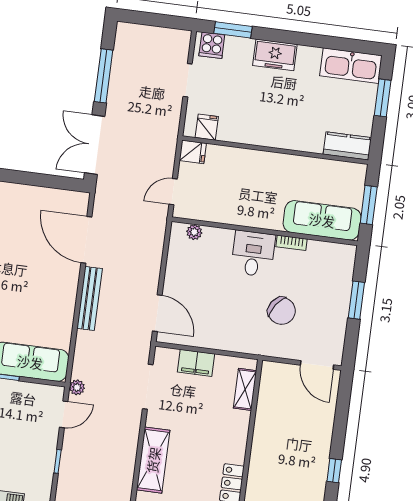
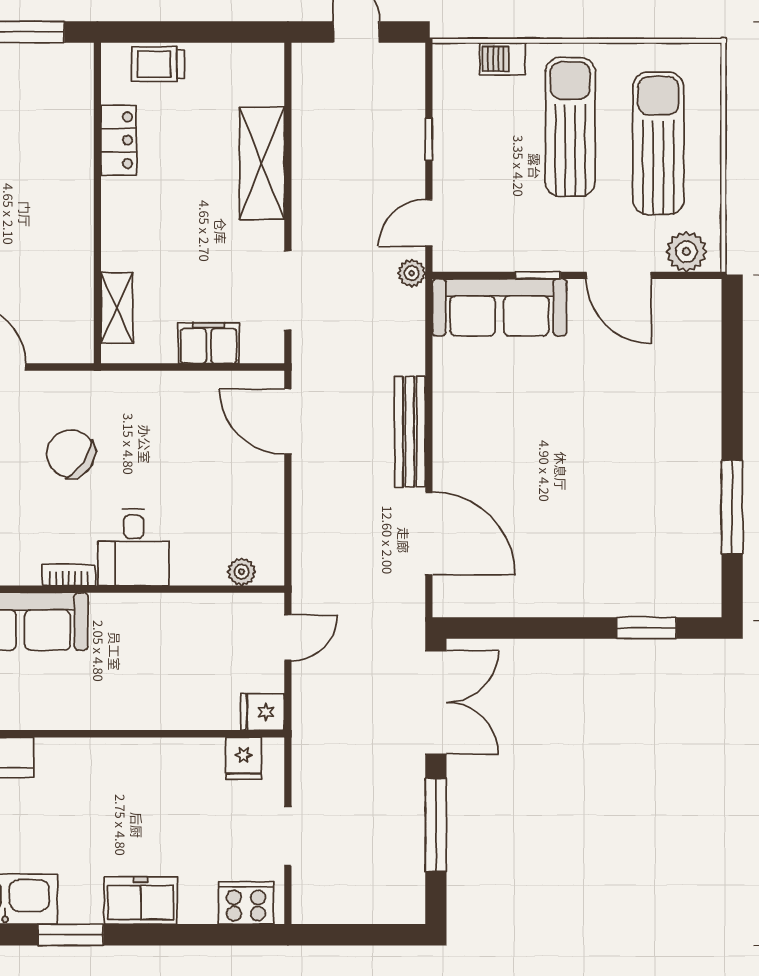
window: (233, 30) -> (71, 935), moved
cooker: (212, 45) -> (246, 903), width x1.36

